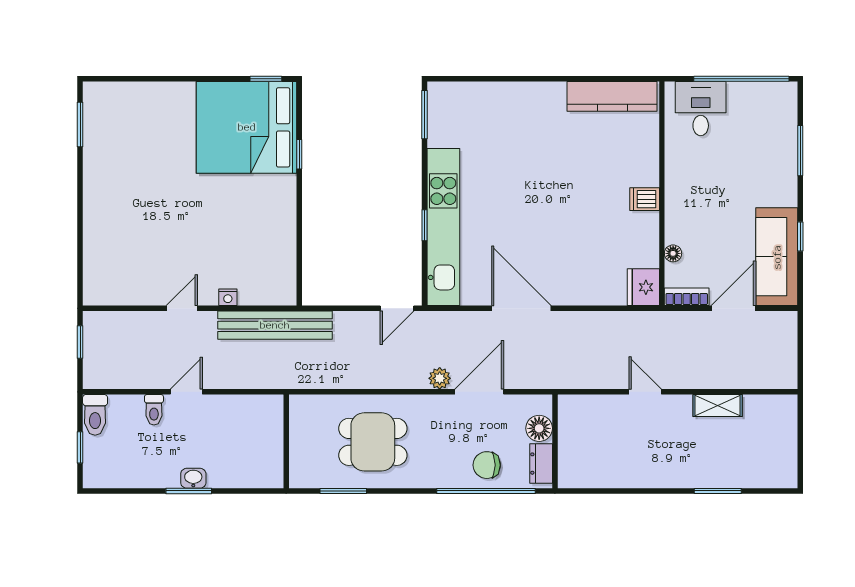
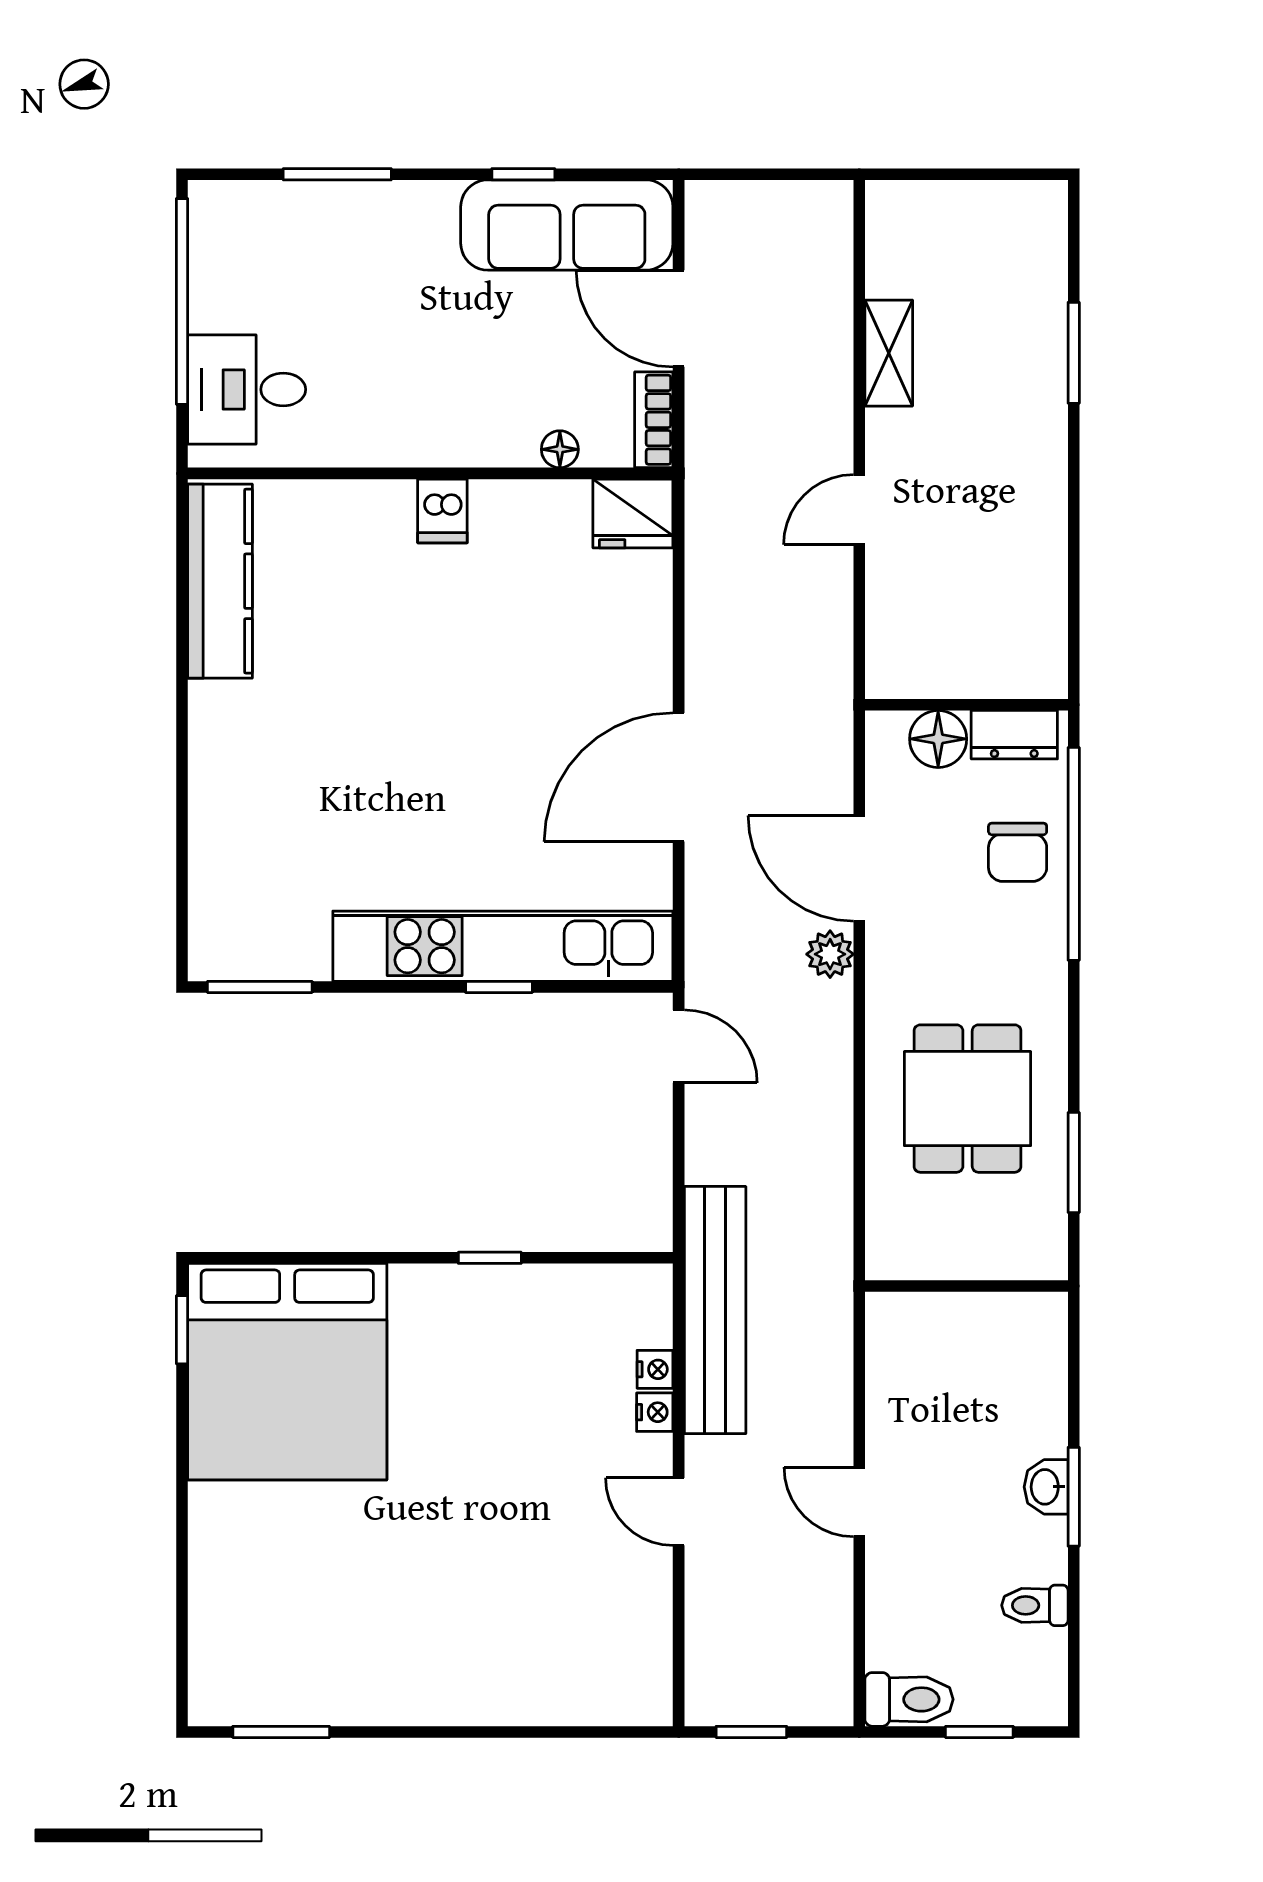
window: (299, 154) -> (490, 1258), moved
nightstand: (248, 297) -> (655, 1369), added
toilet: (154, 410) -> (1035, 1605), moved, turned 180

